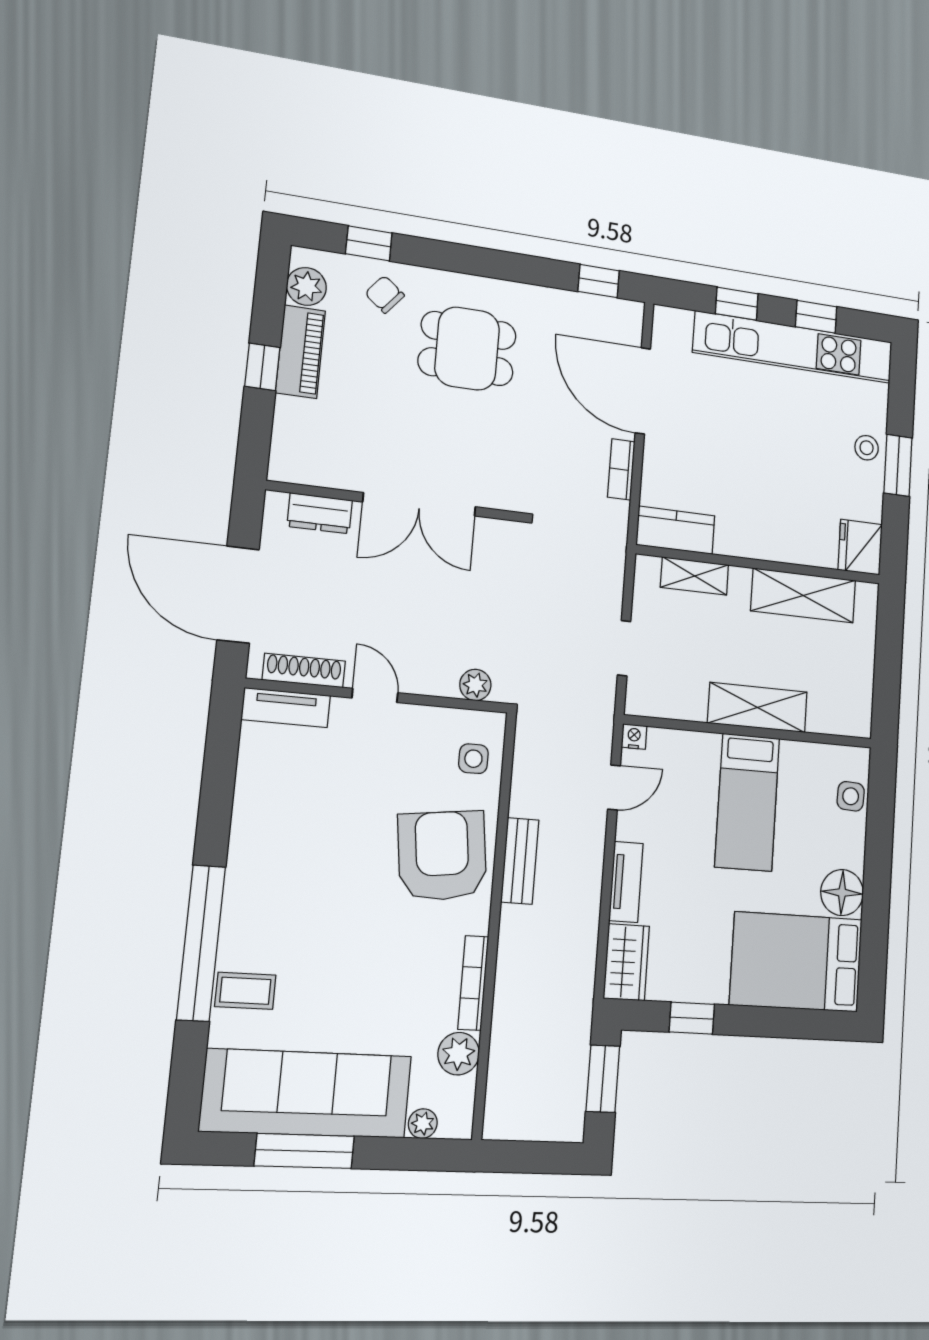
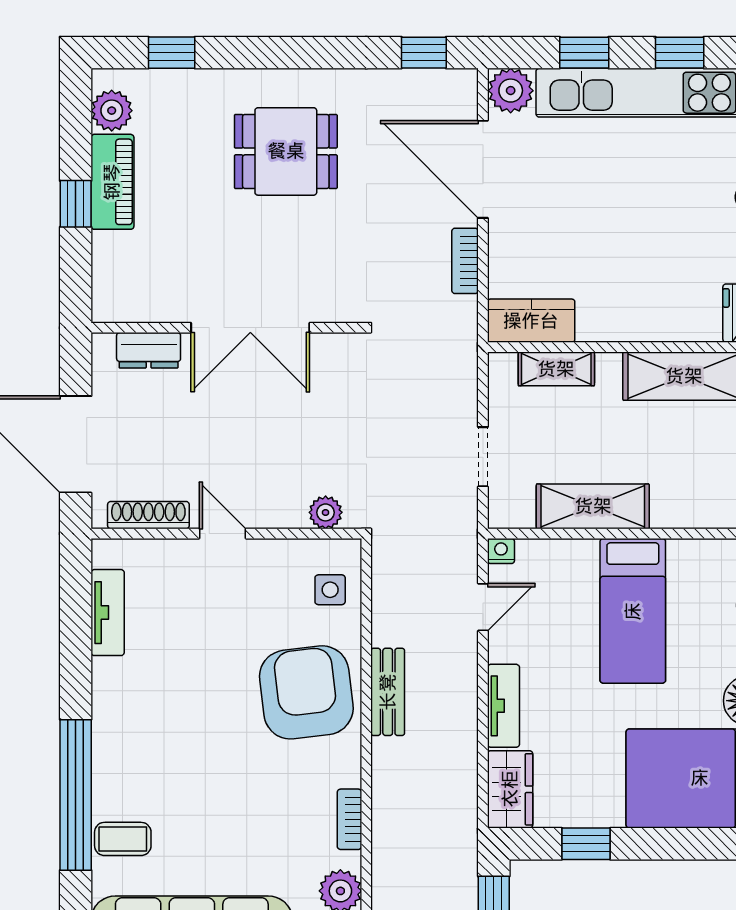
chair: (385, 294) -> (193, 106), removed
plant: (672, 326) -> (511, 91), added
shelving: (757, 707) -> (593, 506), moved
tv unit: (286, 708) -> (108, 613), moved, turned -90
bookcase: (473, 983) -> (349, 819), width x0.64

